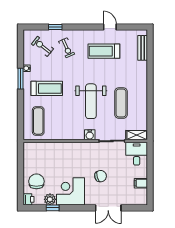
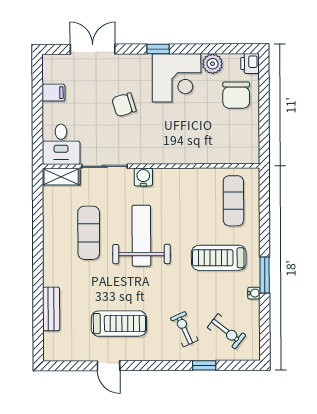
bench: (143, 48) -> (51, 309), moved
window: (53, 208) -> (158, 49), moved
double door: (108, 208) -> (93, 49), moved

